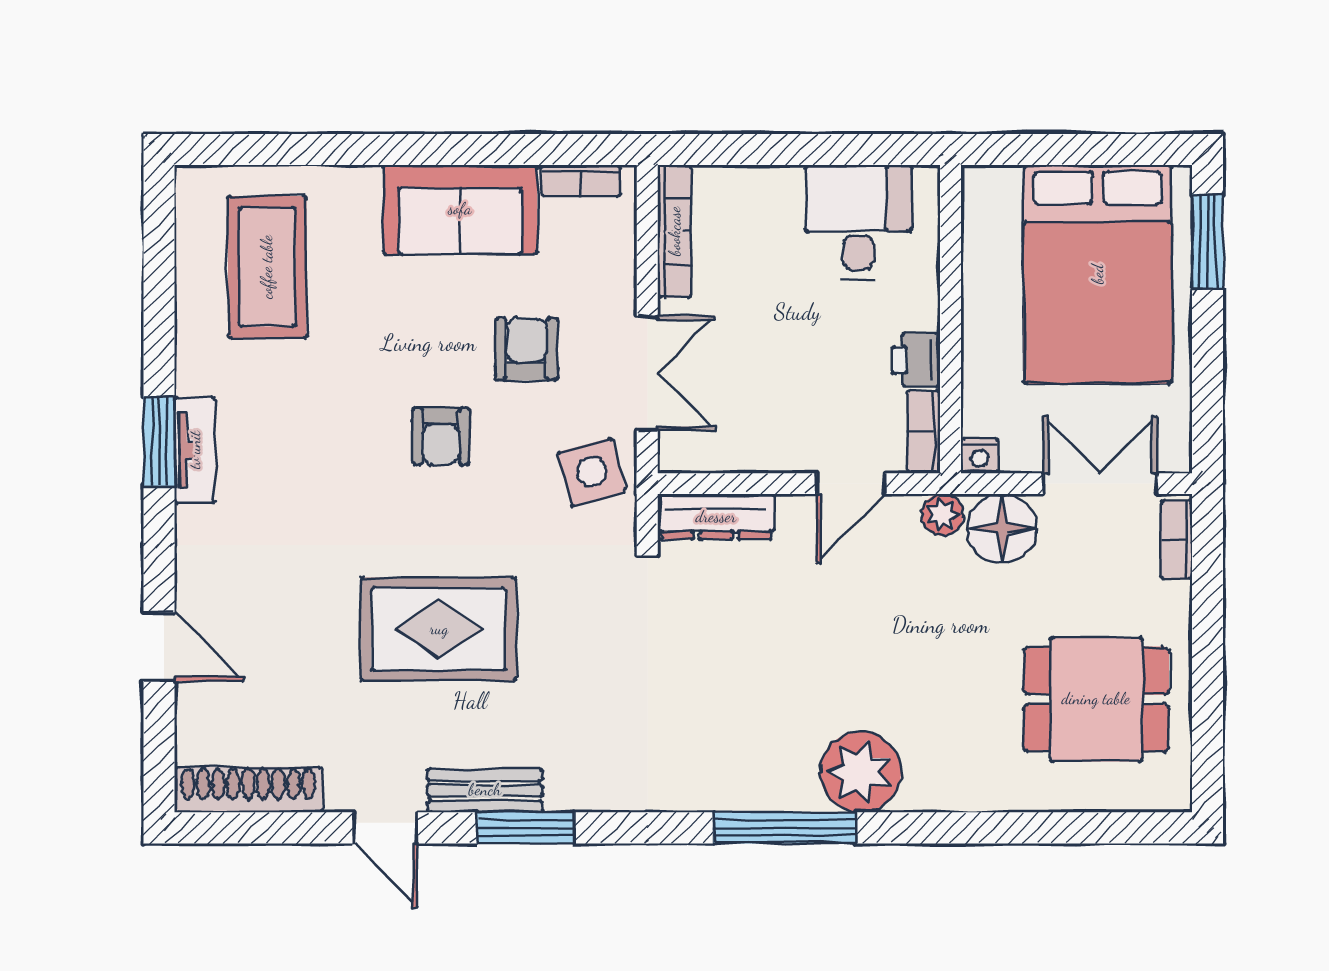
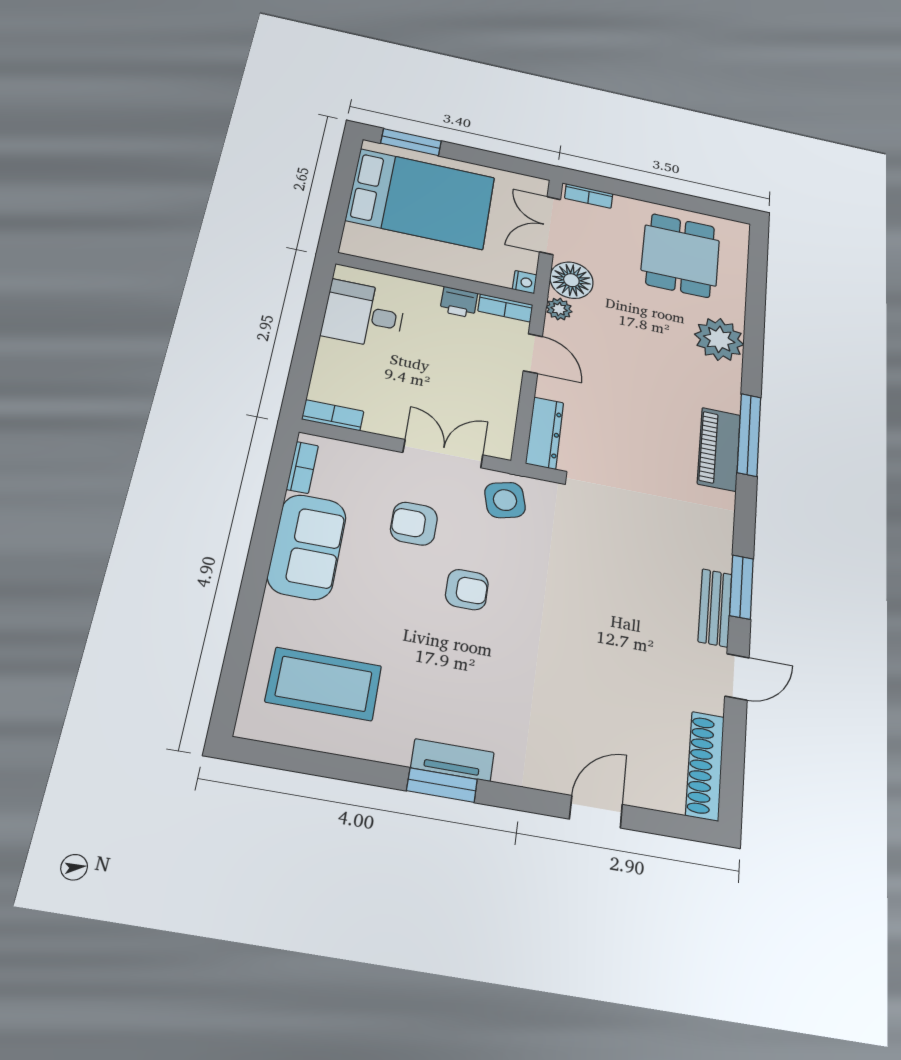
bookcase: (675, 231) -> (333, 415), width x0.64
rug: (439, 629) -> (602, 616), removed
plant: (860, 772) -> (719, 339), moved
piano: (748, 782) -> (719, 449), added

